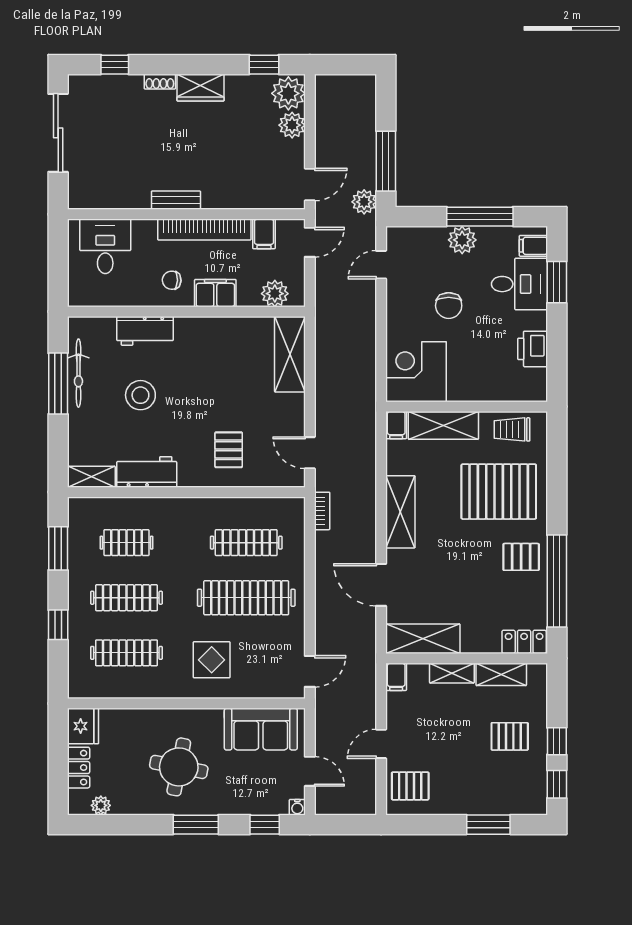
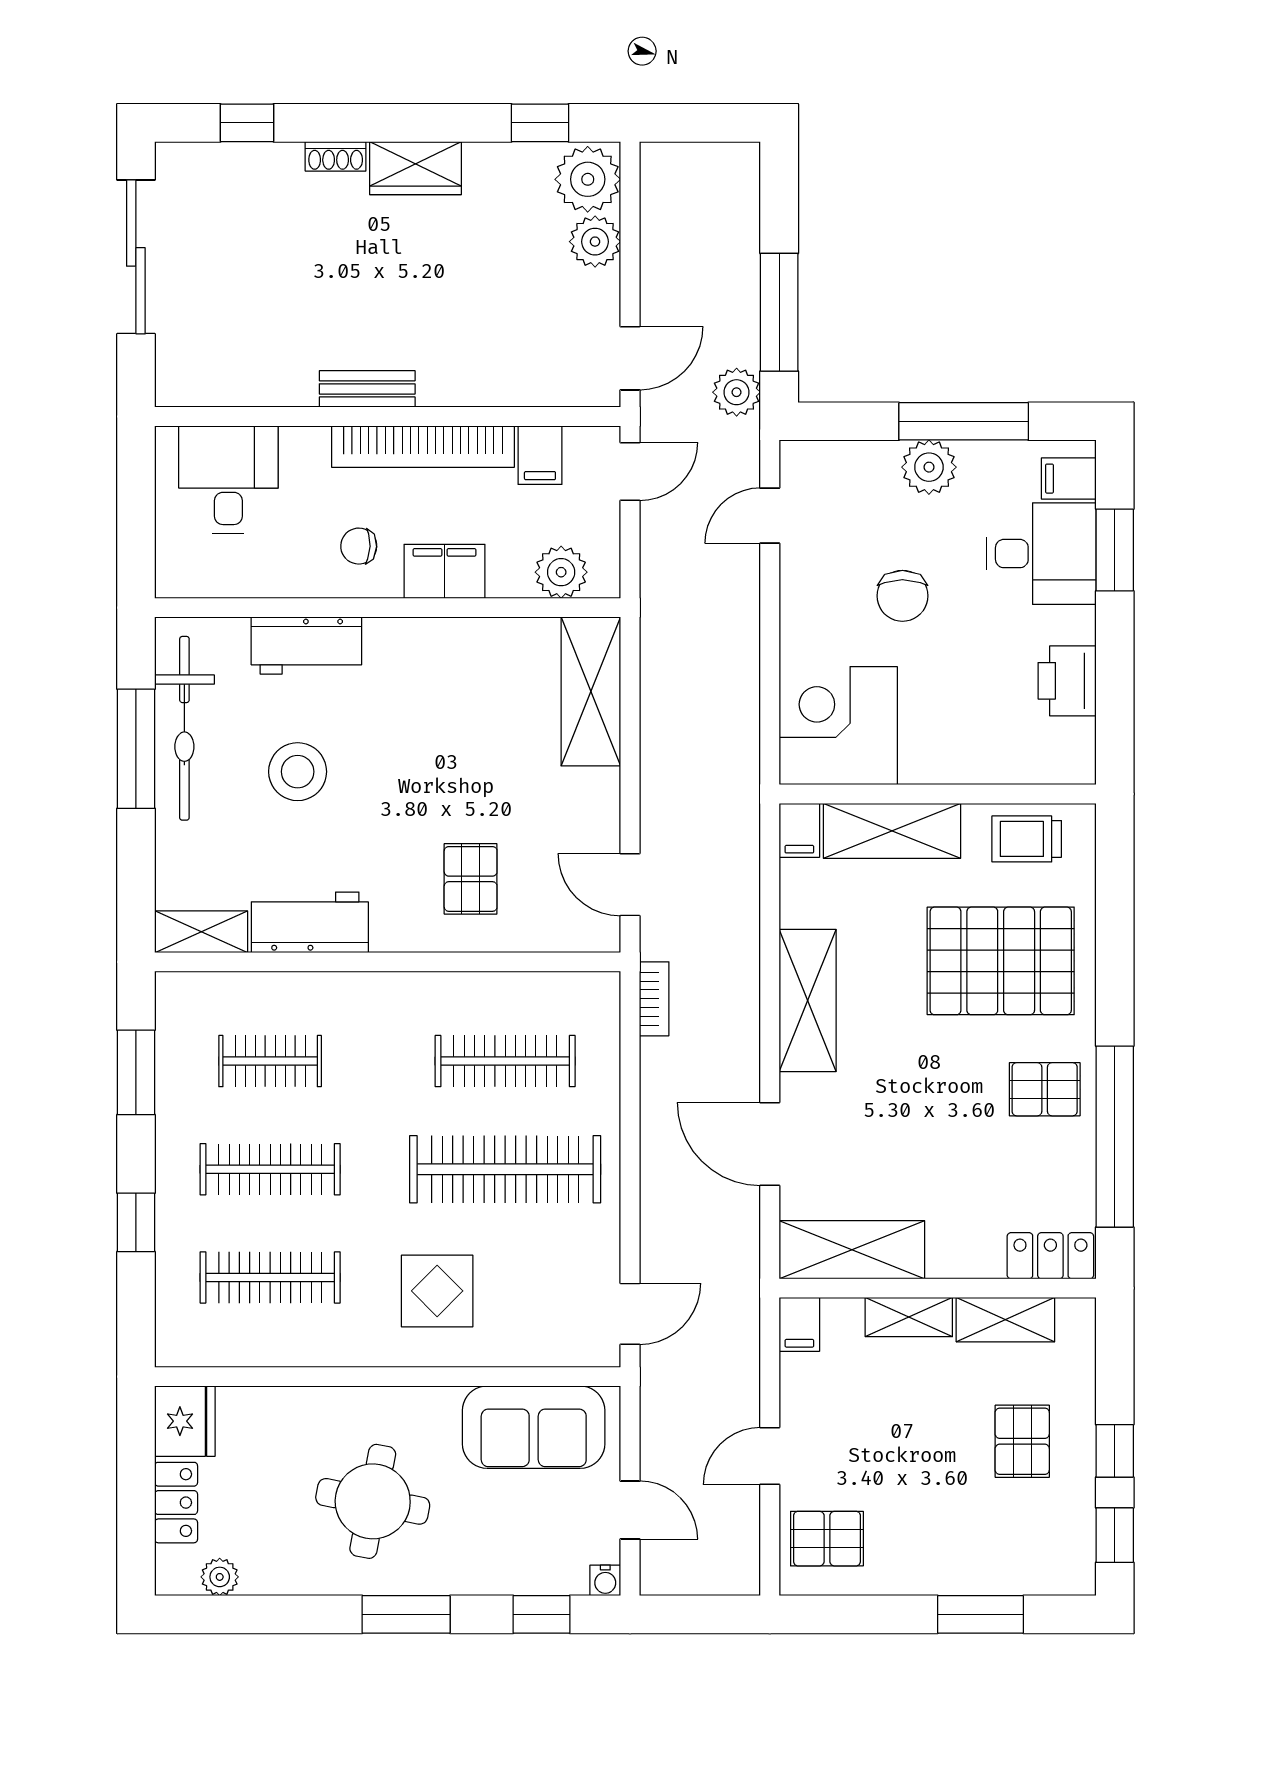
bicycle: (78, 373) -> (184, 728), width x1.37, depth x1.40
pallet: (510, 736) -> (1022, 1441), turned 90

